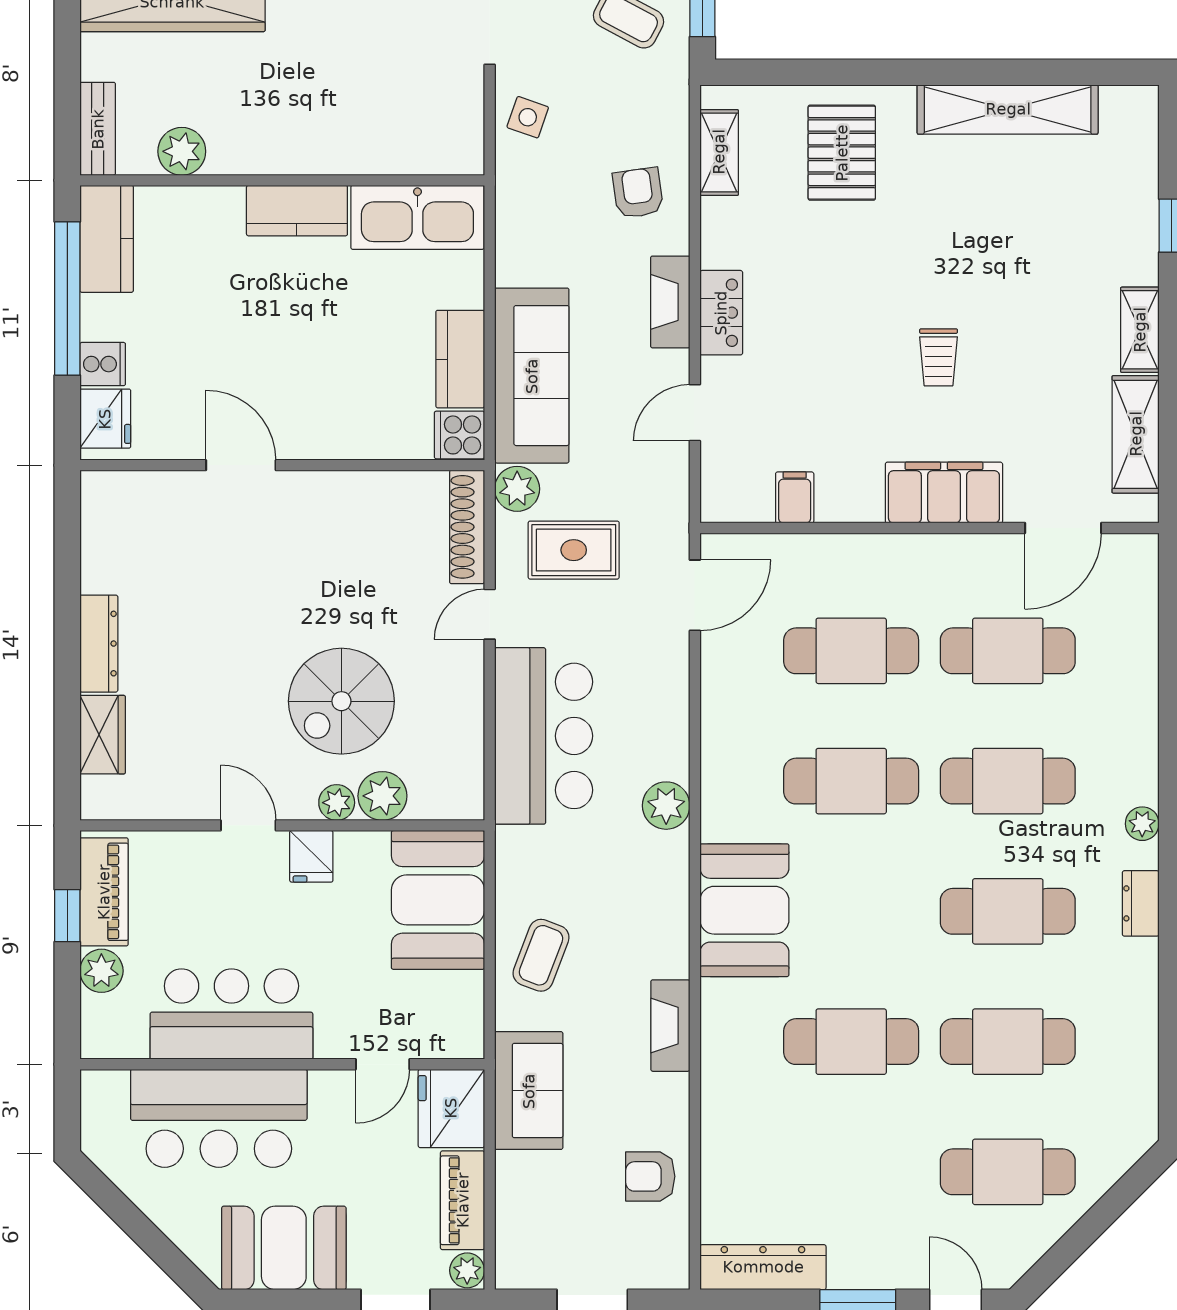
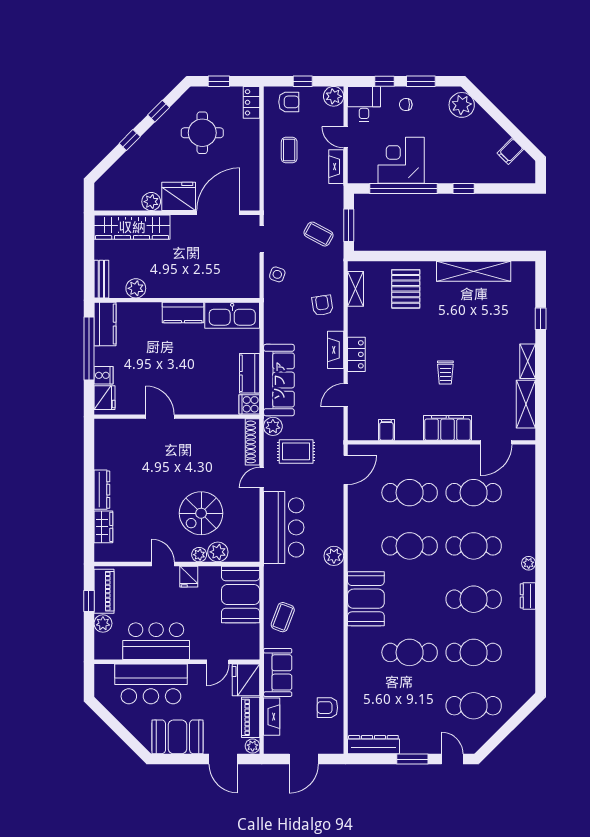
fireplace: (670, 1026) -> (272, 717), moved, turned 180

